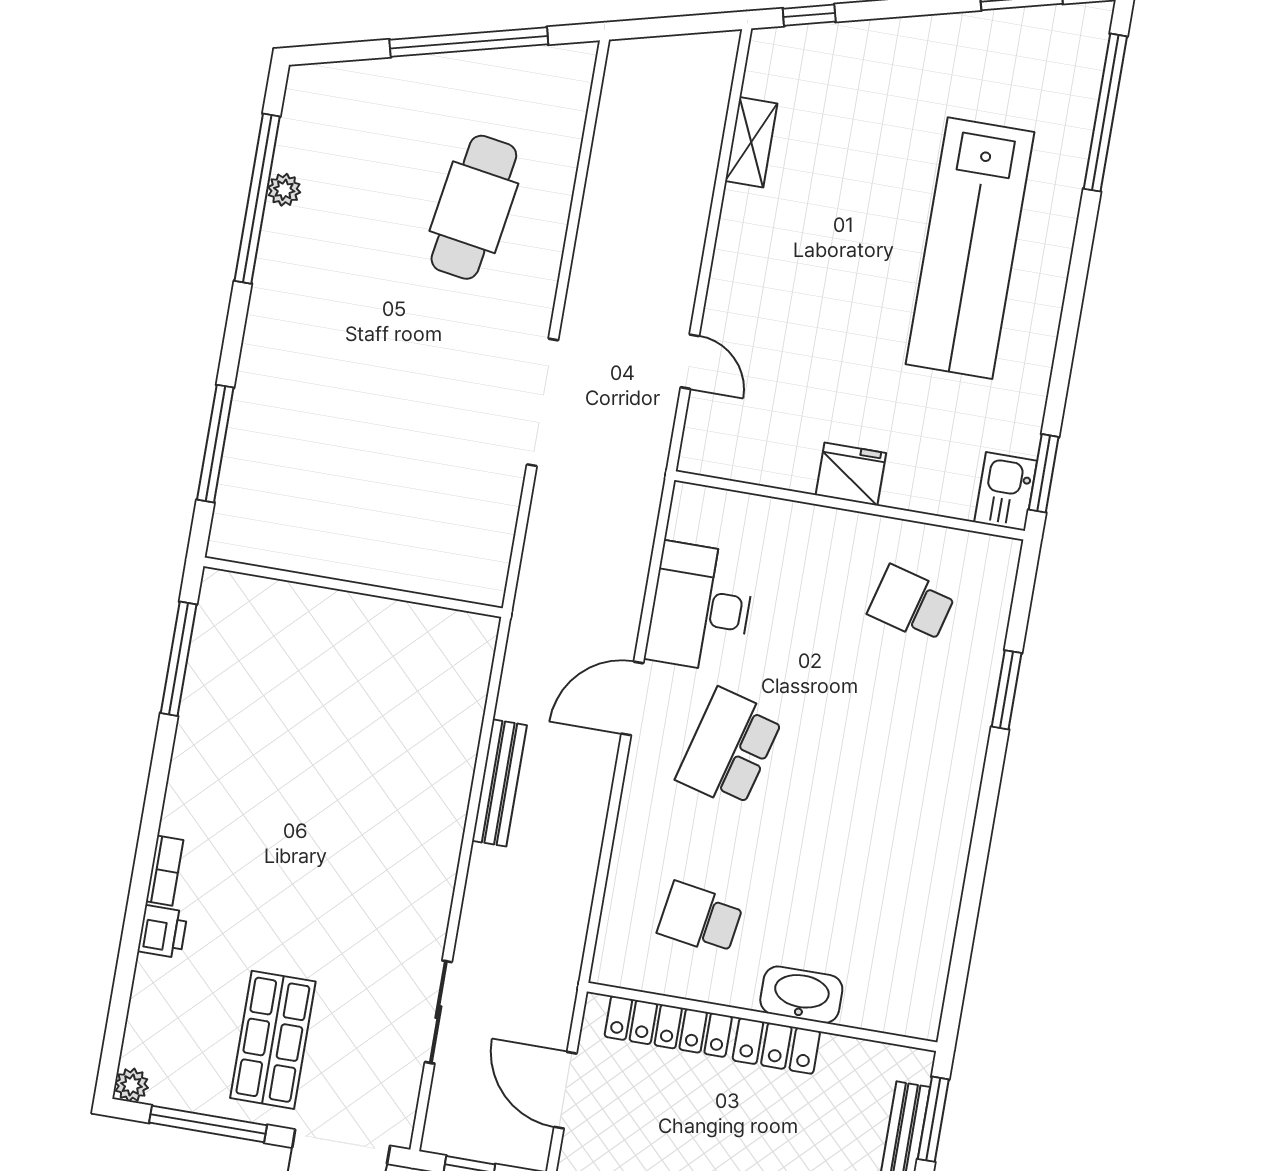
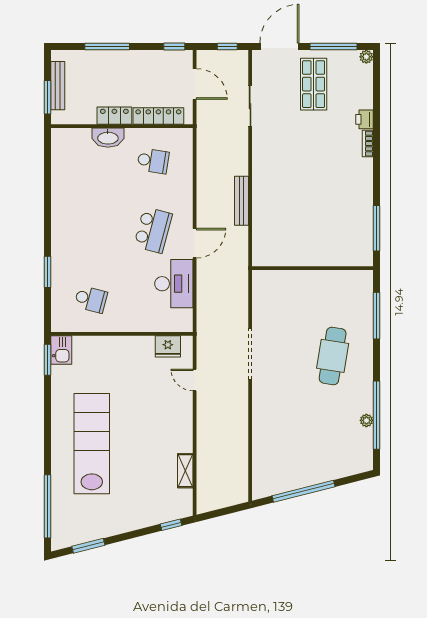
cafe table: (474, 207) -> (333, 356), moved
fridge: (851, 474) -> (168, 346), moved

